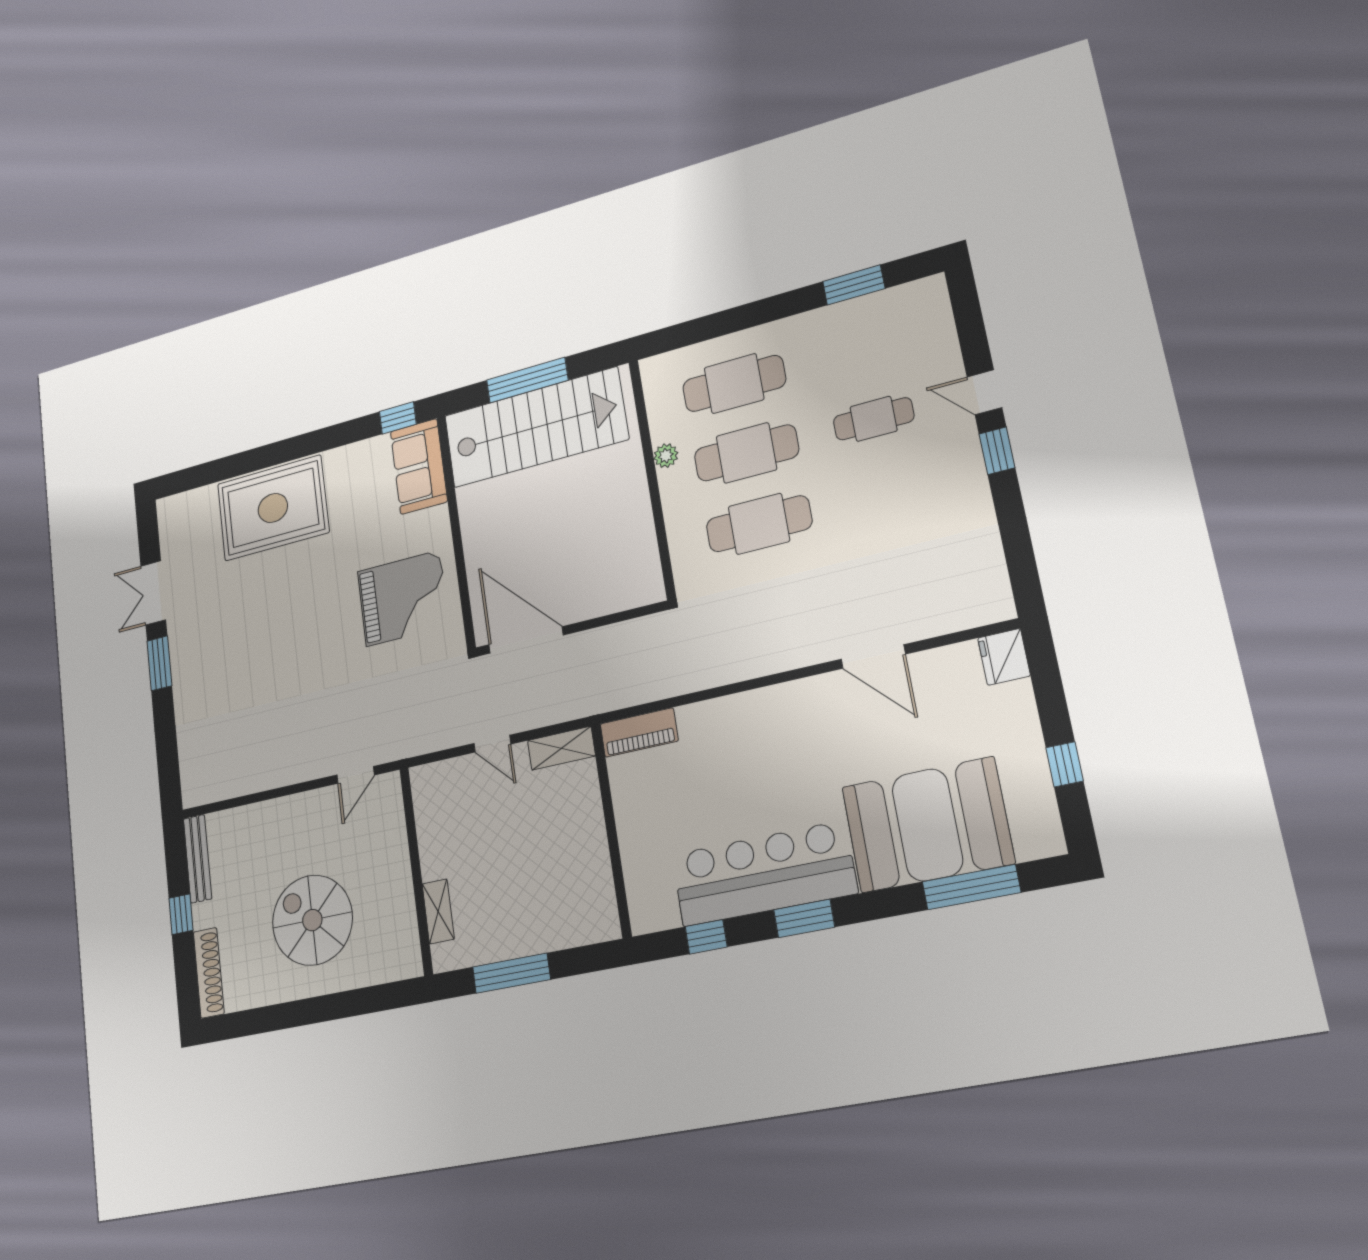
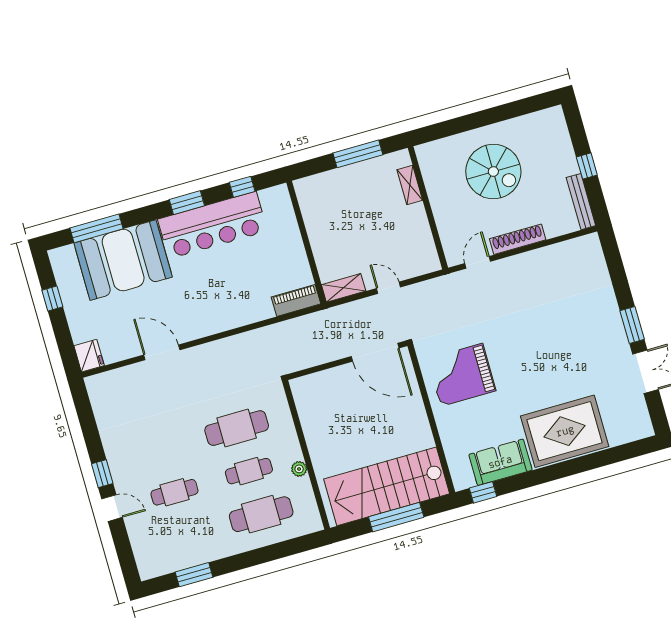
cafe table: (746, 453) -> (249, 471), width x0.73, depth x0.74
sofa: (419, 466) -> (500, 462), moved, turned -90
shoe rack: (209, 973) -> (518, 239), moved, turned 90

